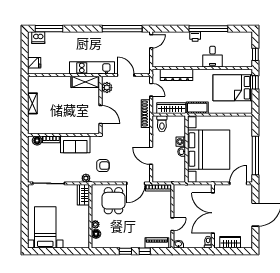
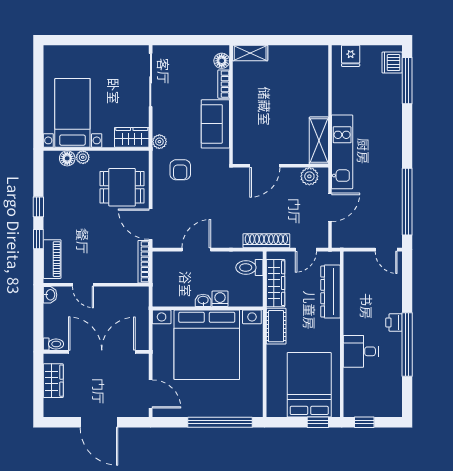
shelving: (32, 103) -> (250, 53), moved
window: (255, 156) -> (220, 422), moved
bed with nightstands: (45, 227) -> (72, 113), moved, turned -90

